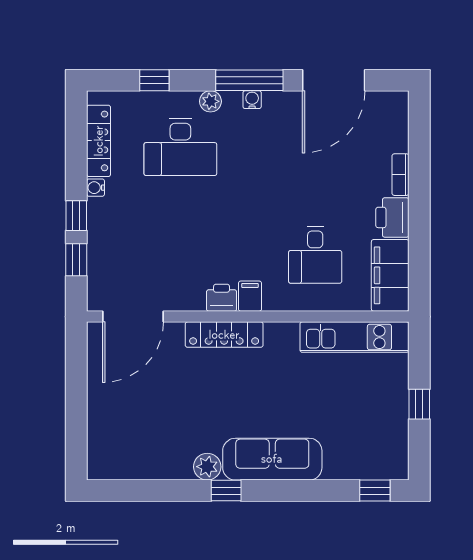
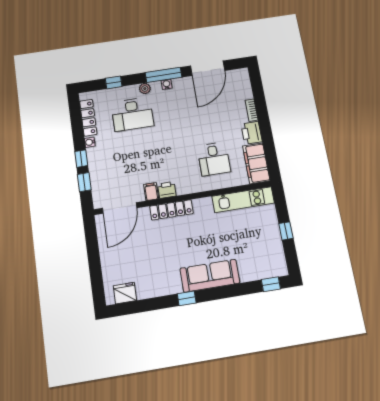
filing cabinet: (250, 296) -> (151, 192), moved
fridge: (122, 464) -> (125, 293), added
plant: (207, 467) -> (174, 286), removed

